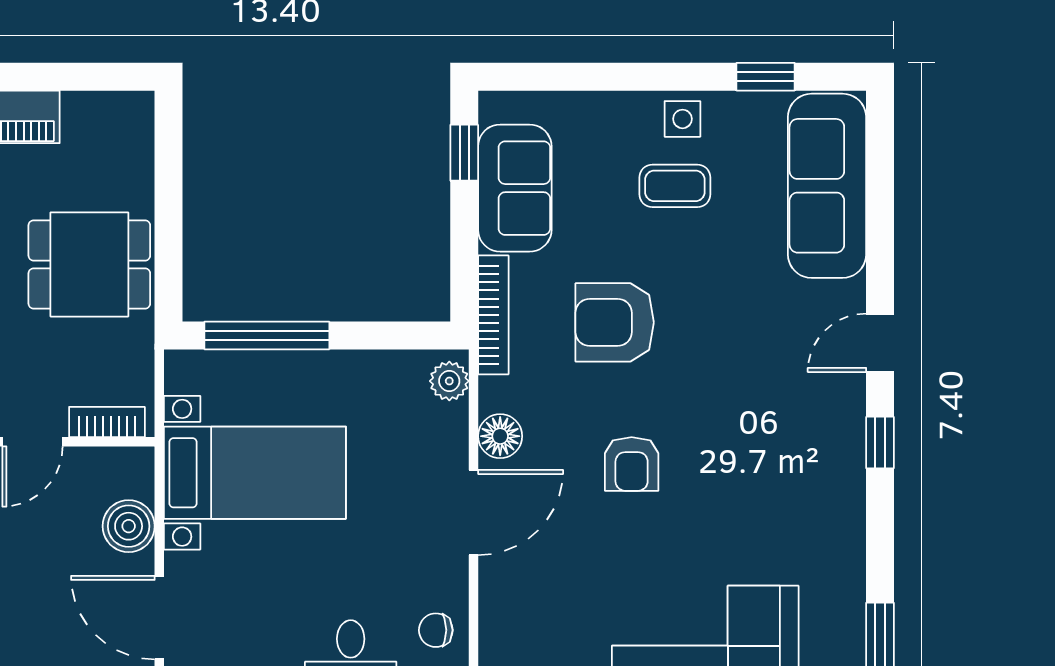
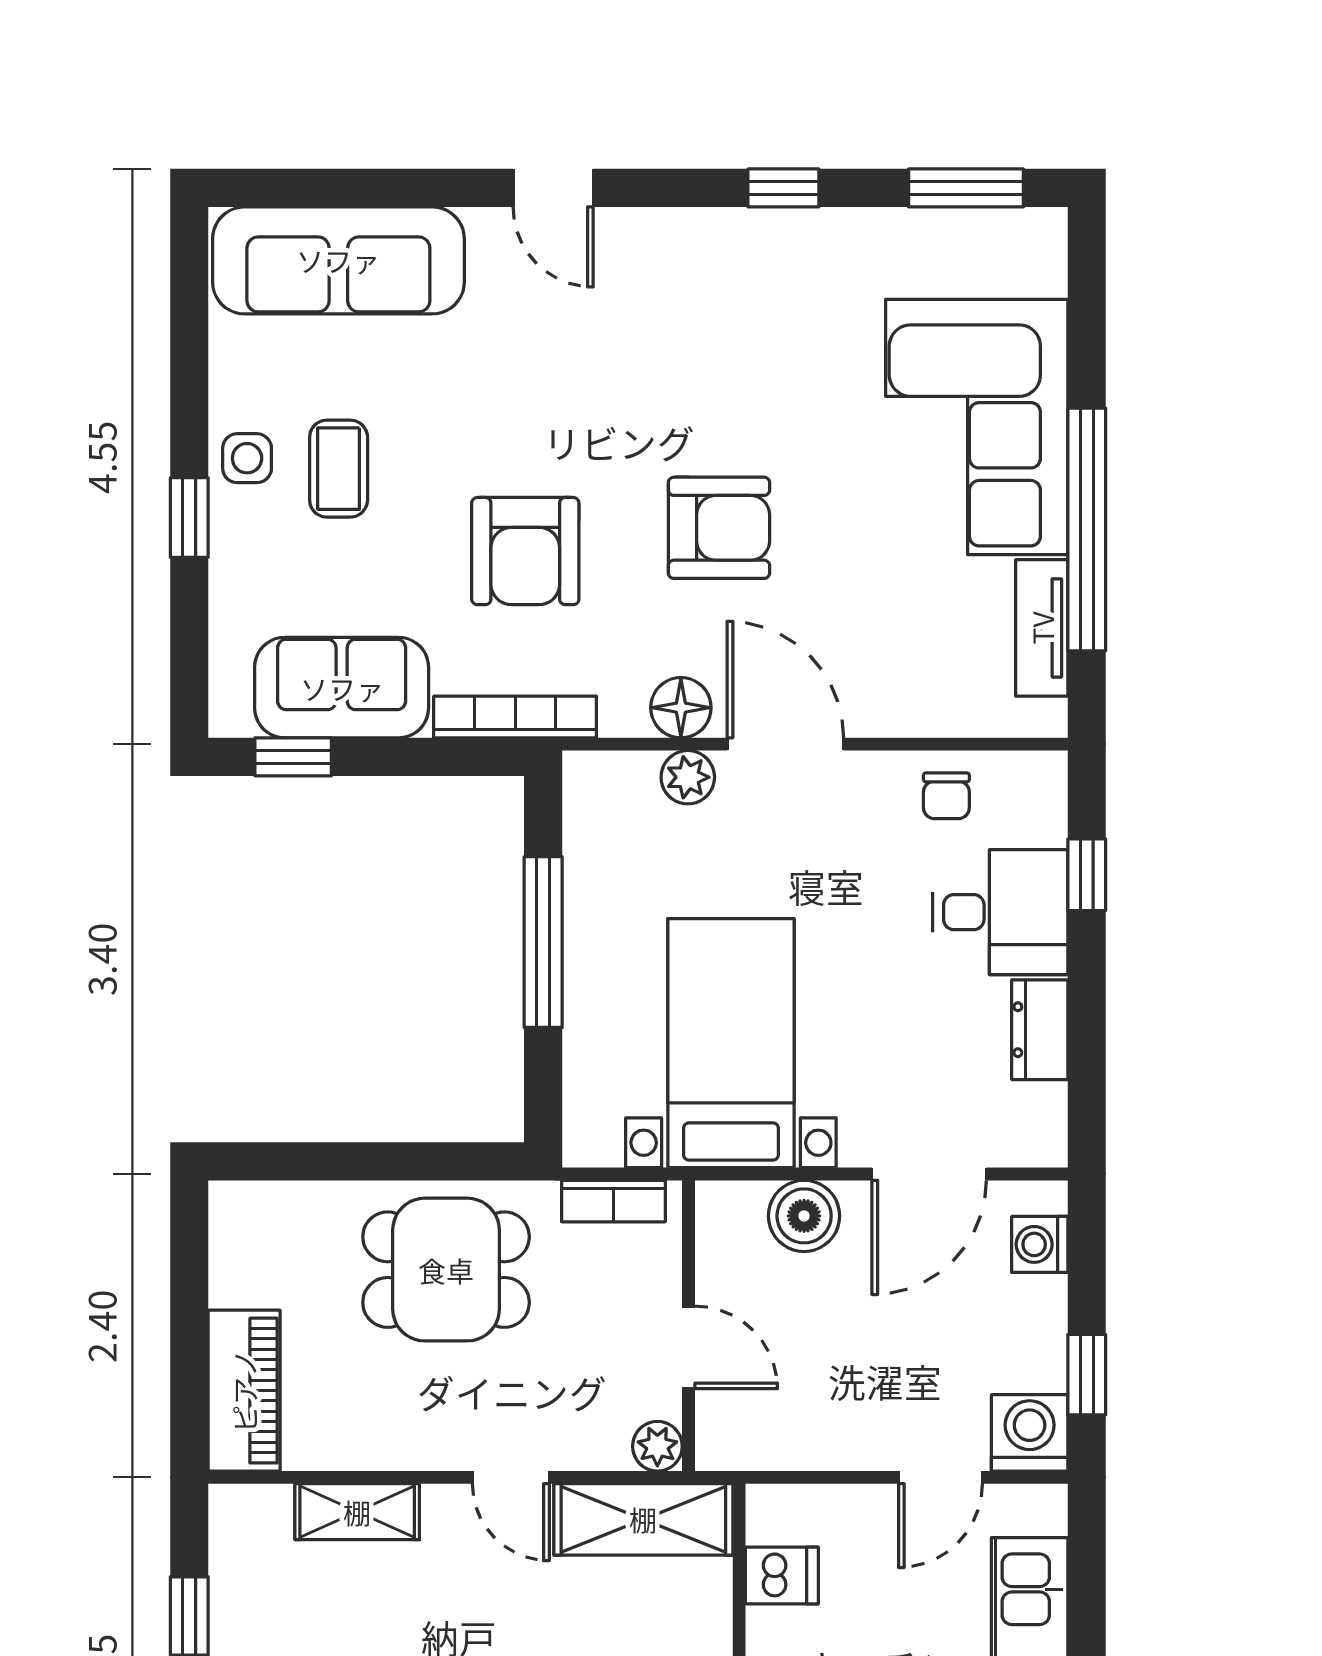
window: (766, 77) -> (189, 517), moved
dining table: (89, 264) -> (446, 1270), turned 90
window: (267, 335) -> (543, 942), moved
plant: (449, 381) -> (688, 777), moved
bookcase: (107, 422) -> (613, 1201), moved, turned -90
window: (880, 443) -> (783, 188), moved
armchair: (632, 464) -> (719, 528), width x1.38, depth x1.38

